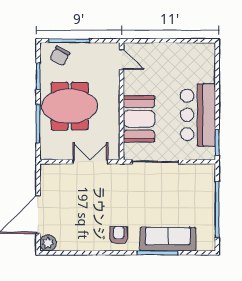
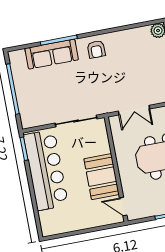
bar counter: (198, 115) -> (46, 170), width x1.36
booth: (139, 119) -> (102, 177), moved

